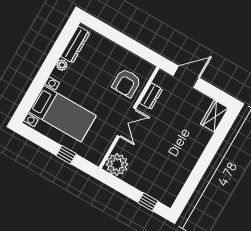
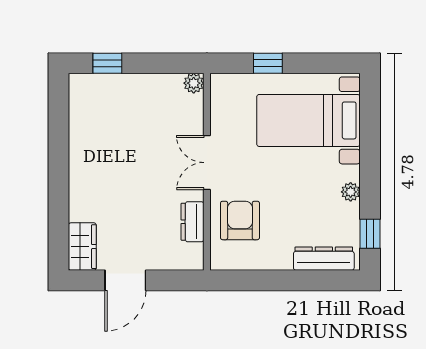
window: (64, 38) -> (370, 234), added
dresser: (75, 45) -> (324, 259), moved, turned 90
door: (186, 77) -> (125, 280), moved
plant: (117, 164) -> (194, 83), width x0.53, depth x0.53

